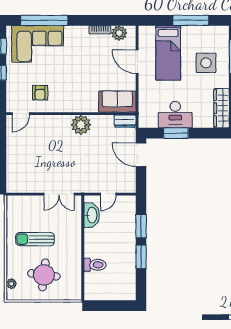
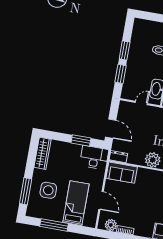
desk: (175, 115) -> (94, 157), moved

